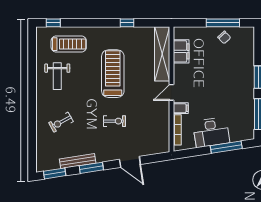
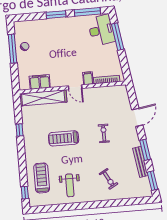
treadmill: (113, 74) -> (64, 138), width x0.73, depth x0.73
weight bench: (57, 76) -> (70, 185), turned 90
desk: (211, 132) -> (101, 30), moved

